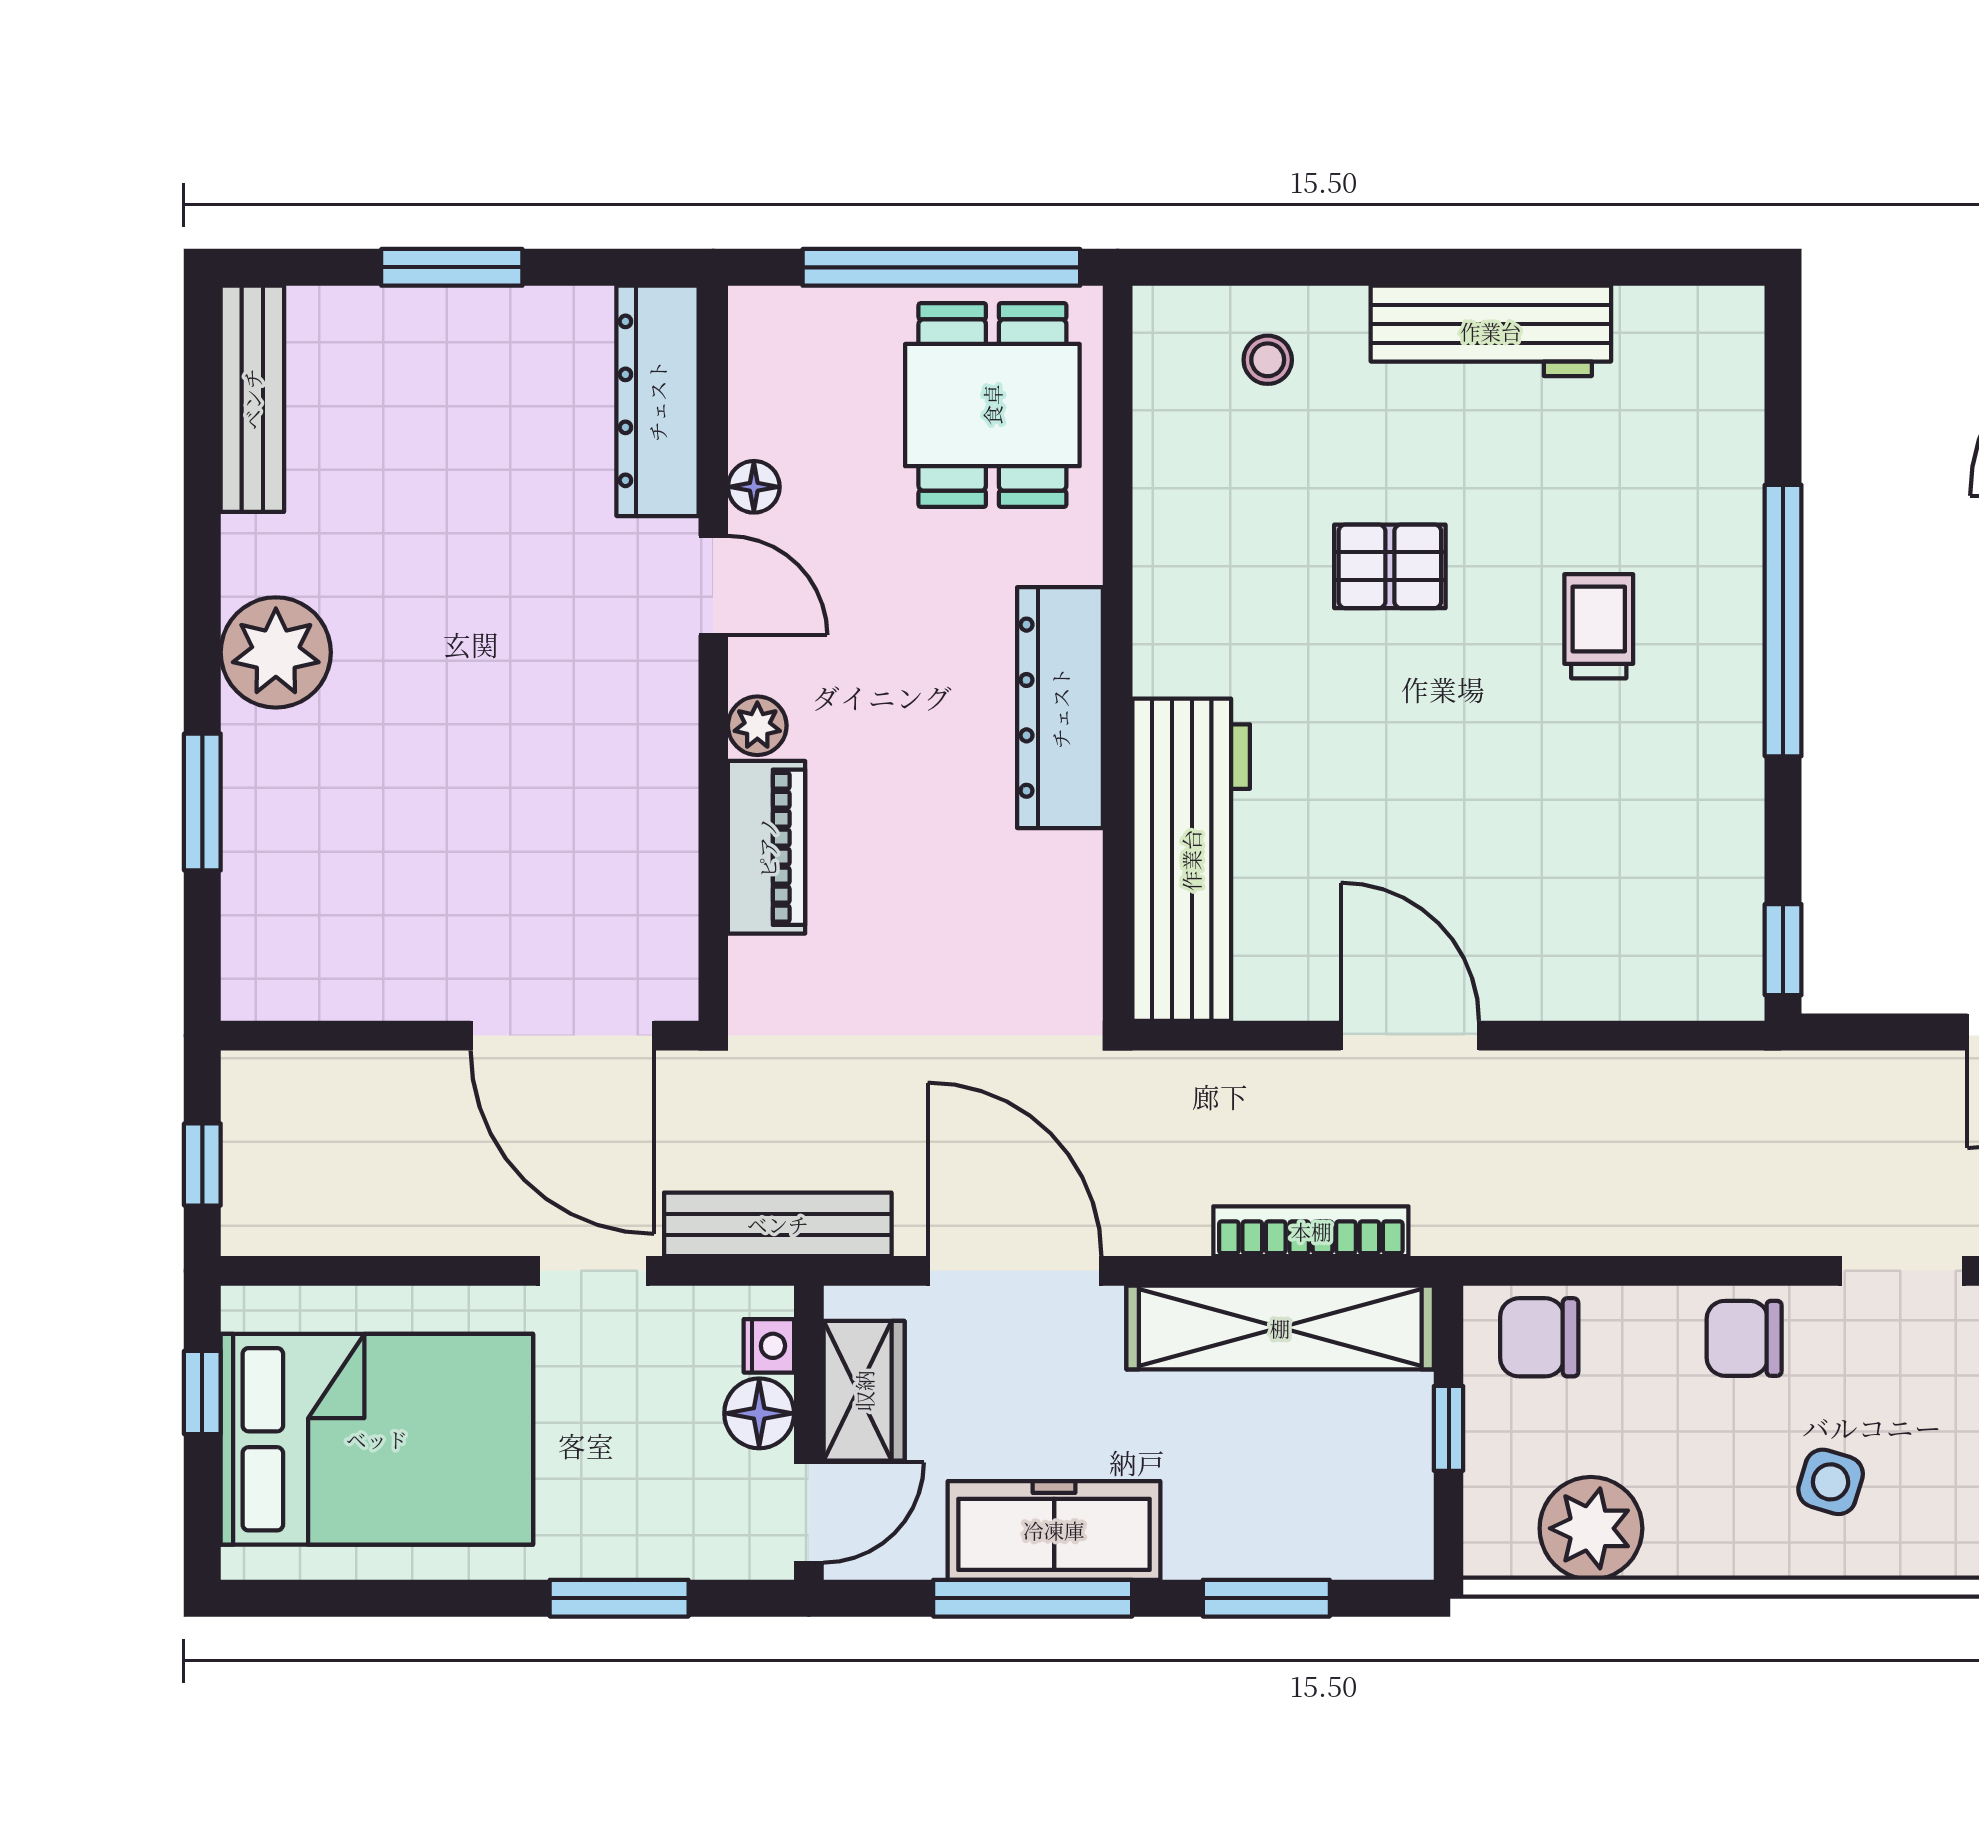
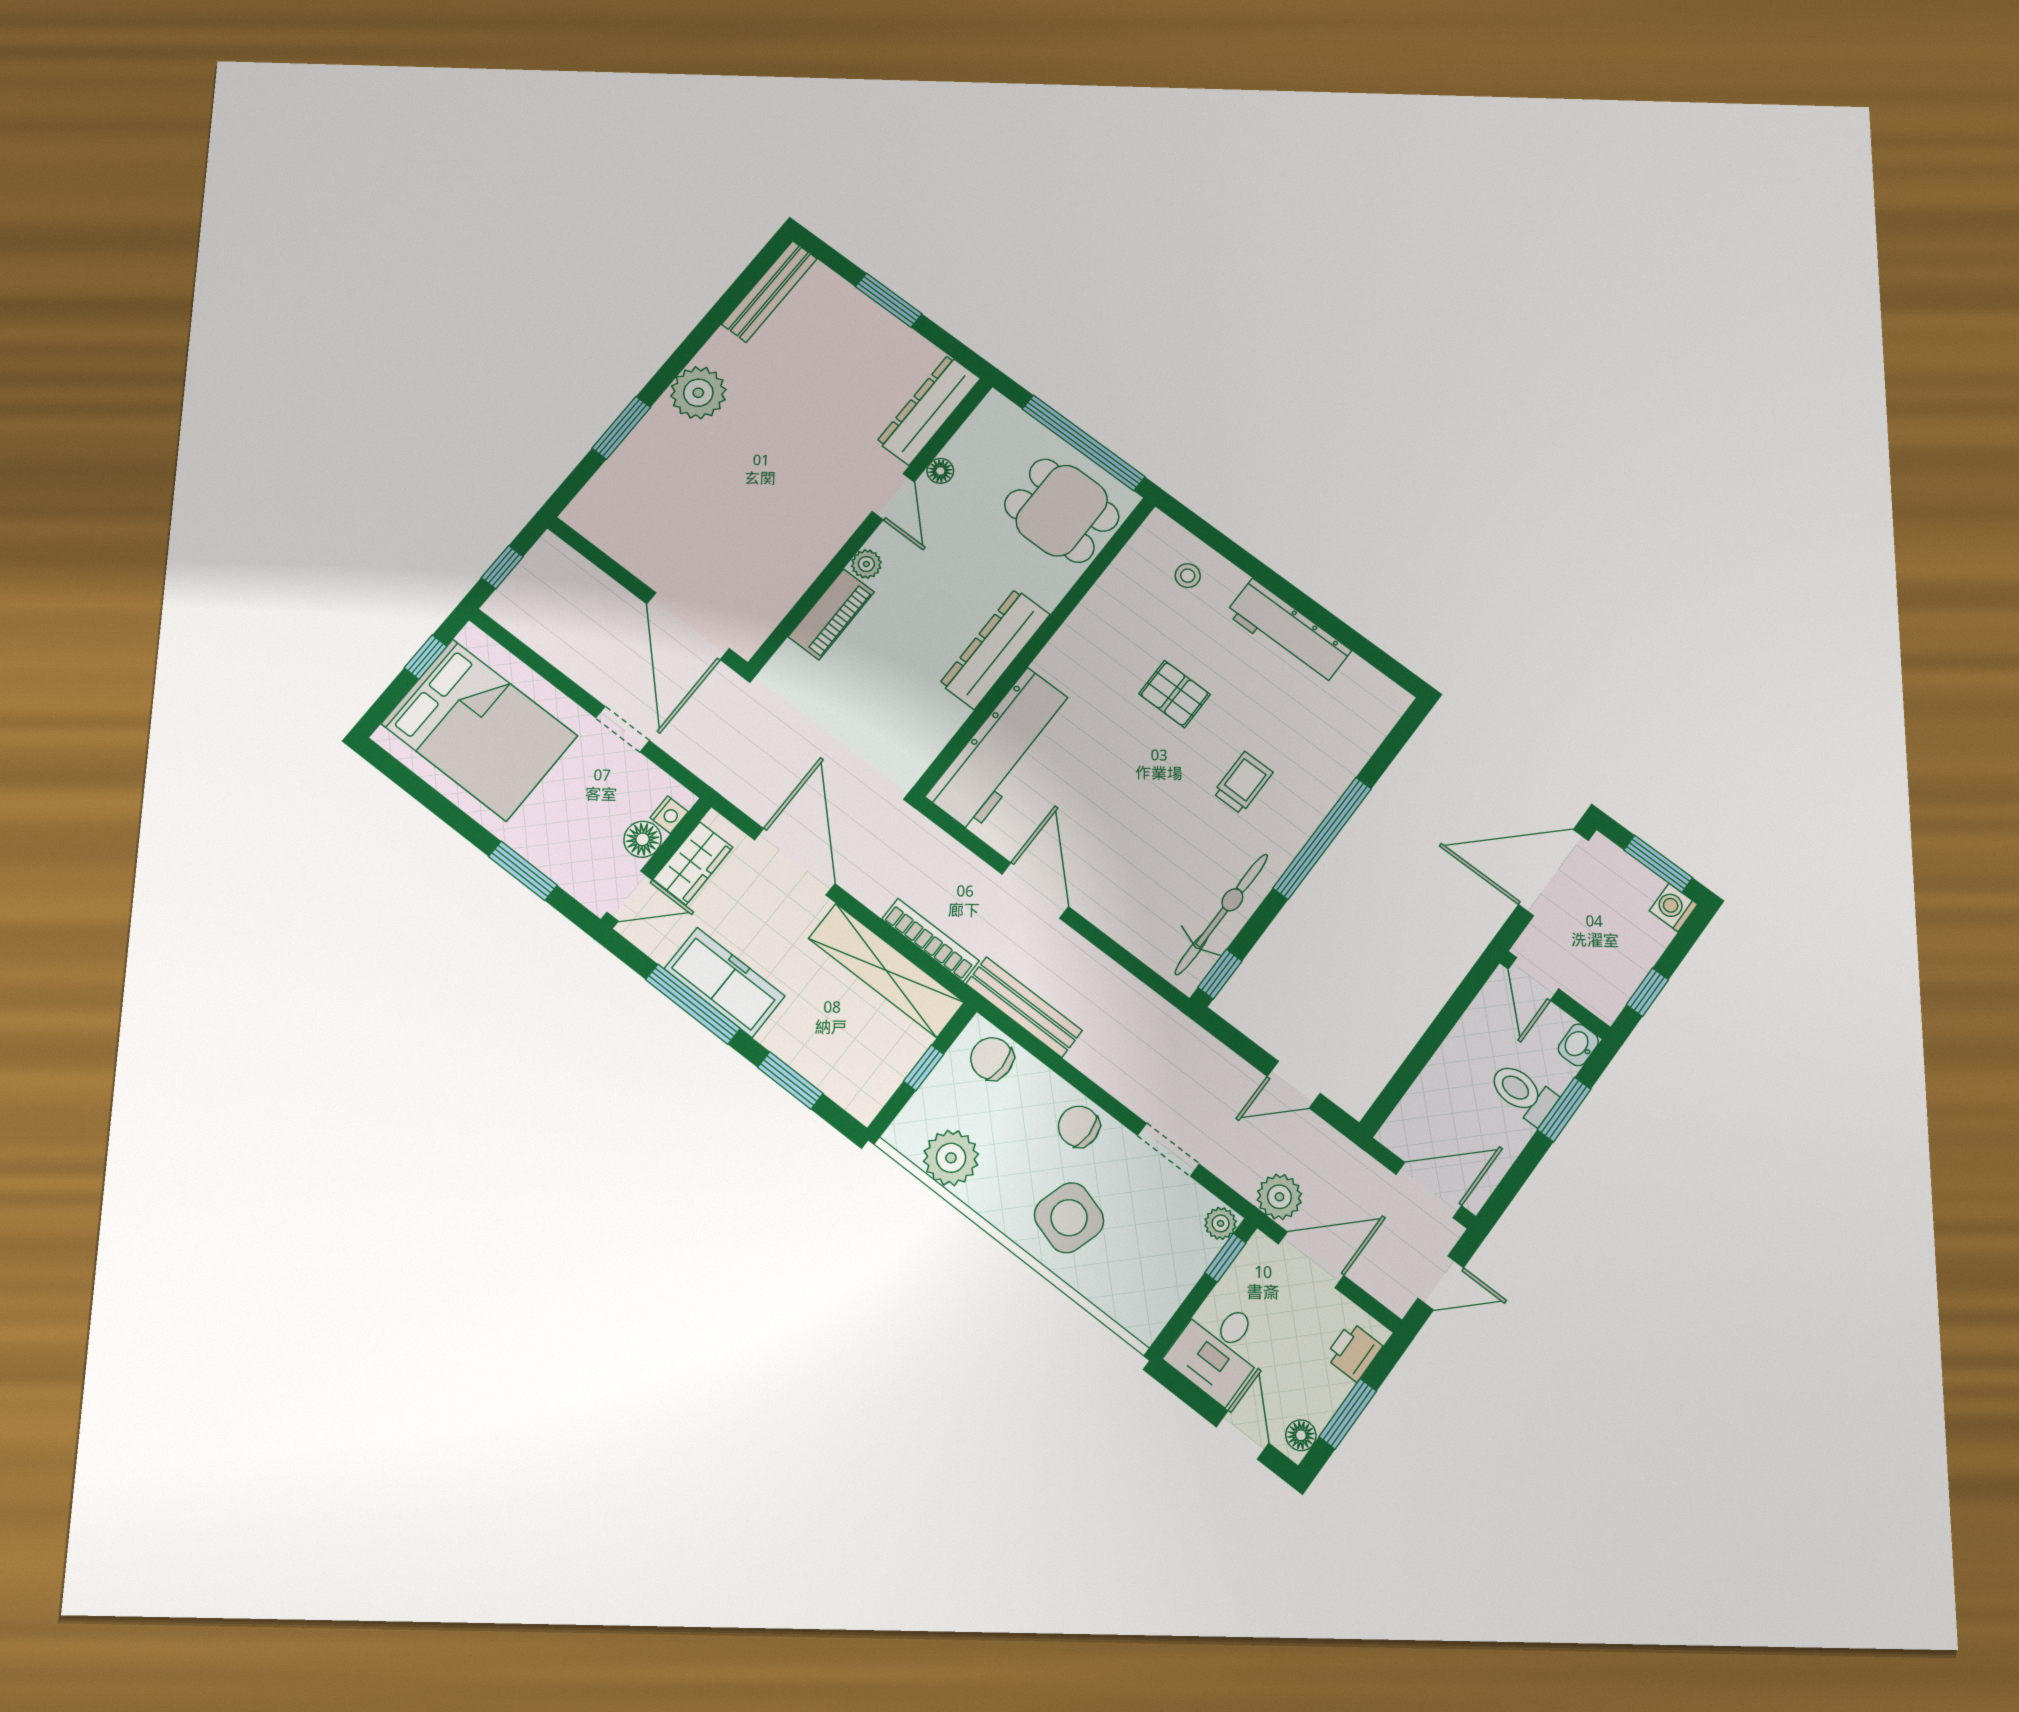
dining table: (992, 405) -> (1062, 511), turned 90
bicycle: (1718, 856) -> (1221, 914), added
bench: (778, 1224) -> (1024, 1007), moved
side table: (1831, 1482) -> (1069, 1218), width x1.87, depth x1.87

